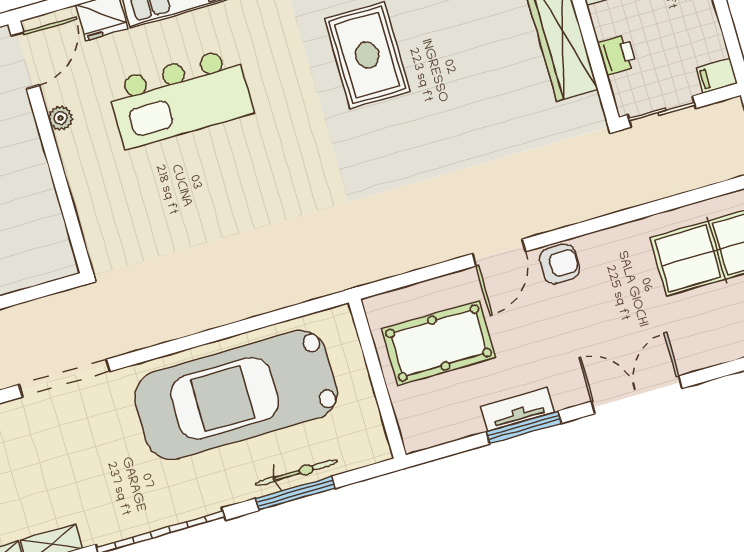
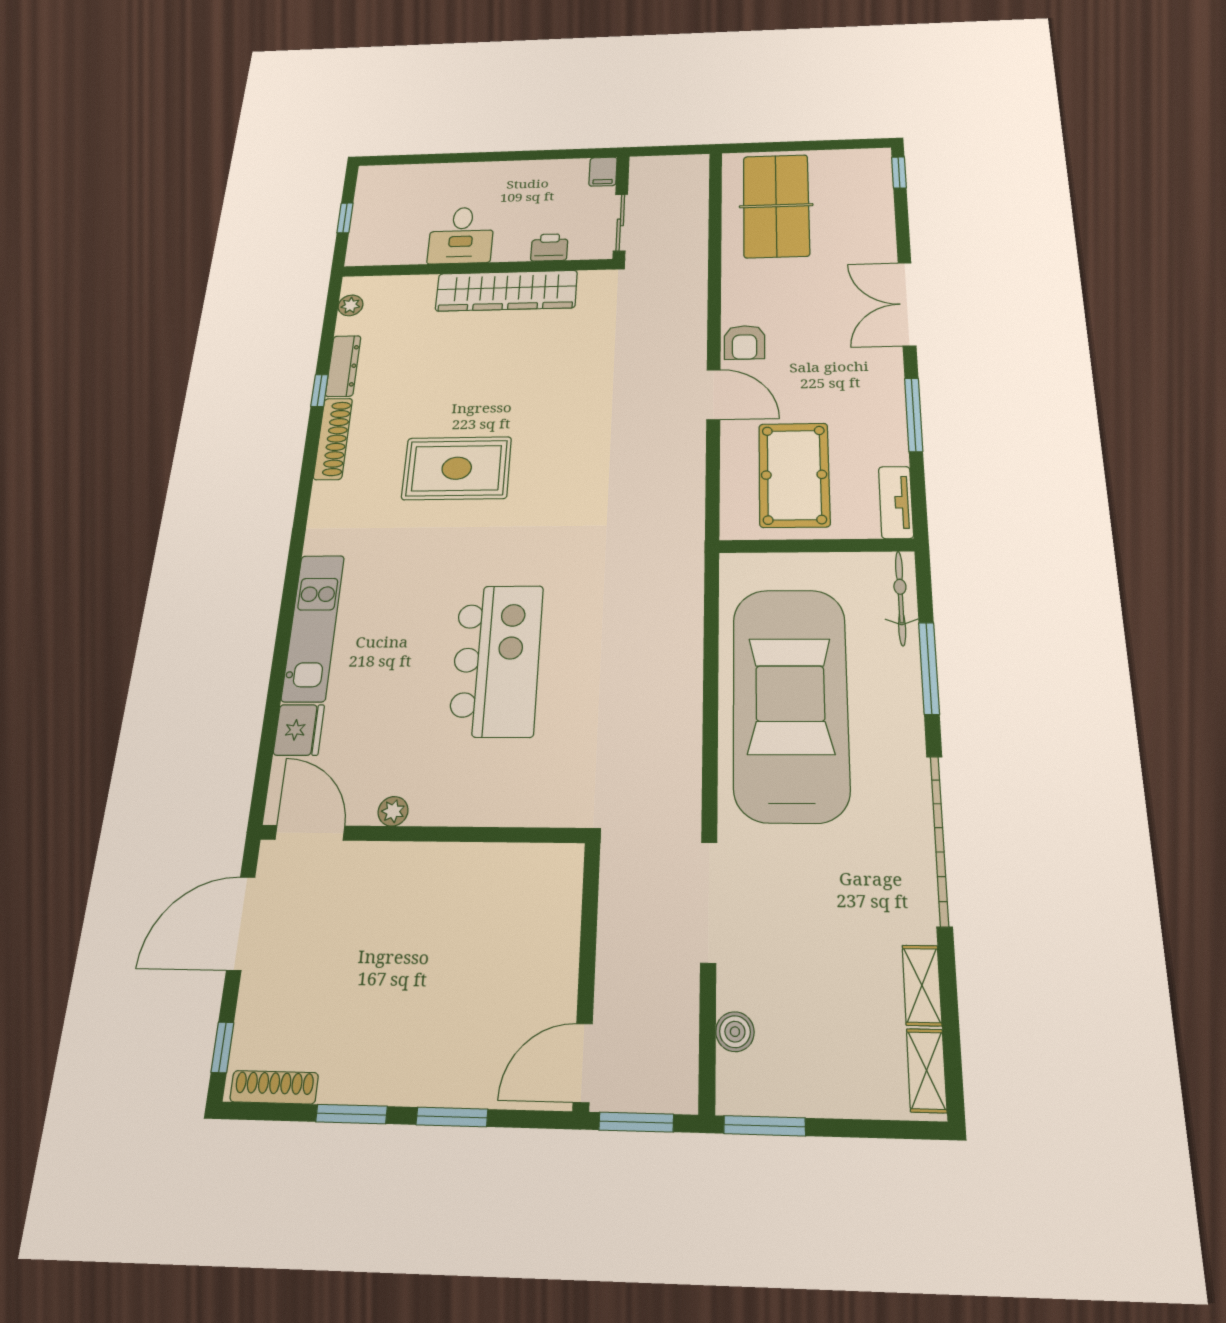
kitchen island: (180, 98) -> (496, 660), moved
armchair: (559, 264) -> (744, 342), turned 180
car: (236, 395) -> (790, 703), turned 180
tv unit: (517, 409) -> (896, 502), moved
bicycle: (296, 473) -> (901, 598), moved

